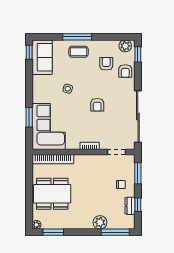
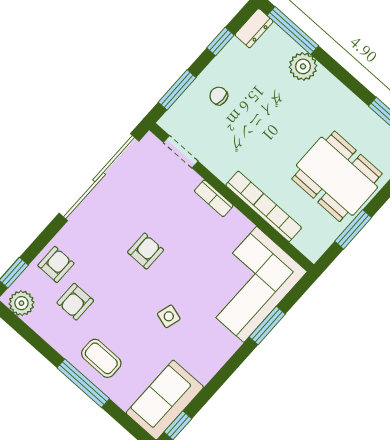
bookcase: (53, 159) -> (264, 206), moved
window: (29, 180) -> (353, 229), added
dresser: (130, 206) -> (254, 28), moved

